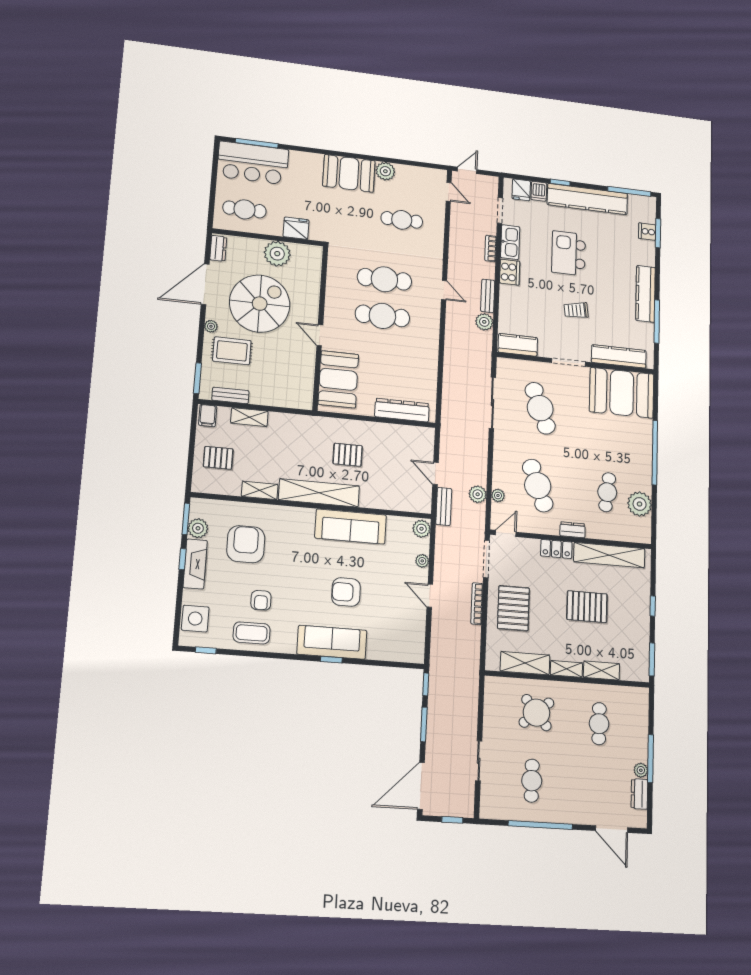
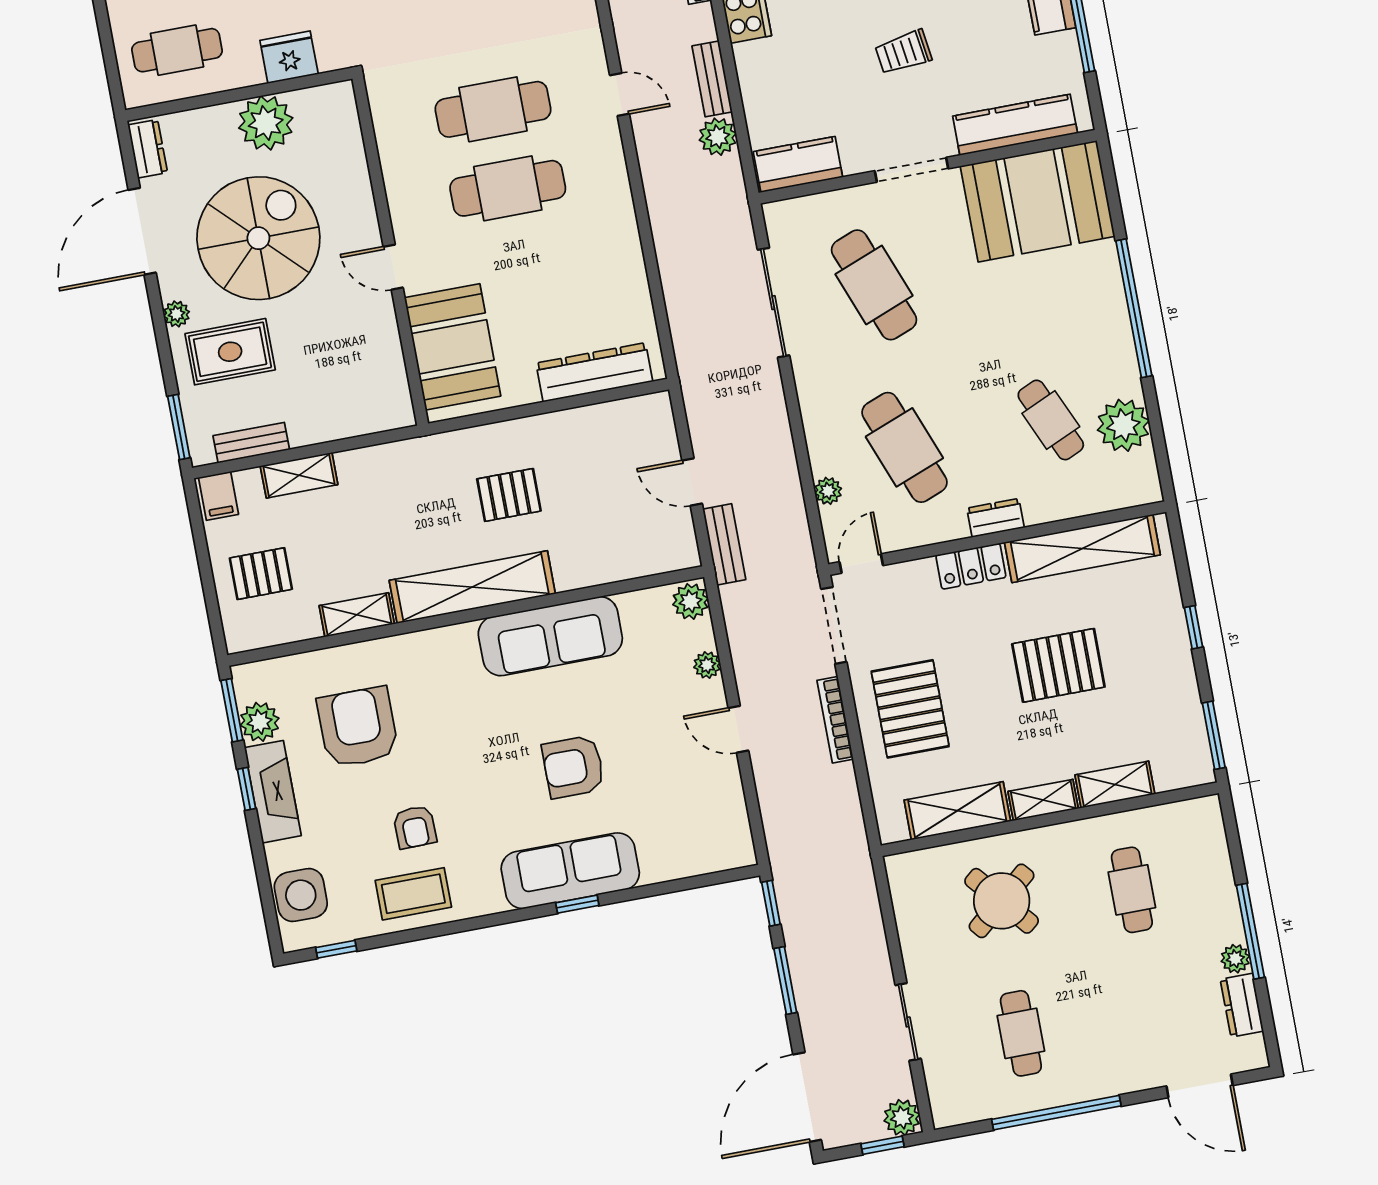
cafe table: (607, 492) -> (1051, 420), turned -30
plant: (478, 494) -> (902, 1118), moved

